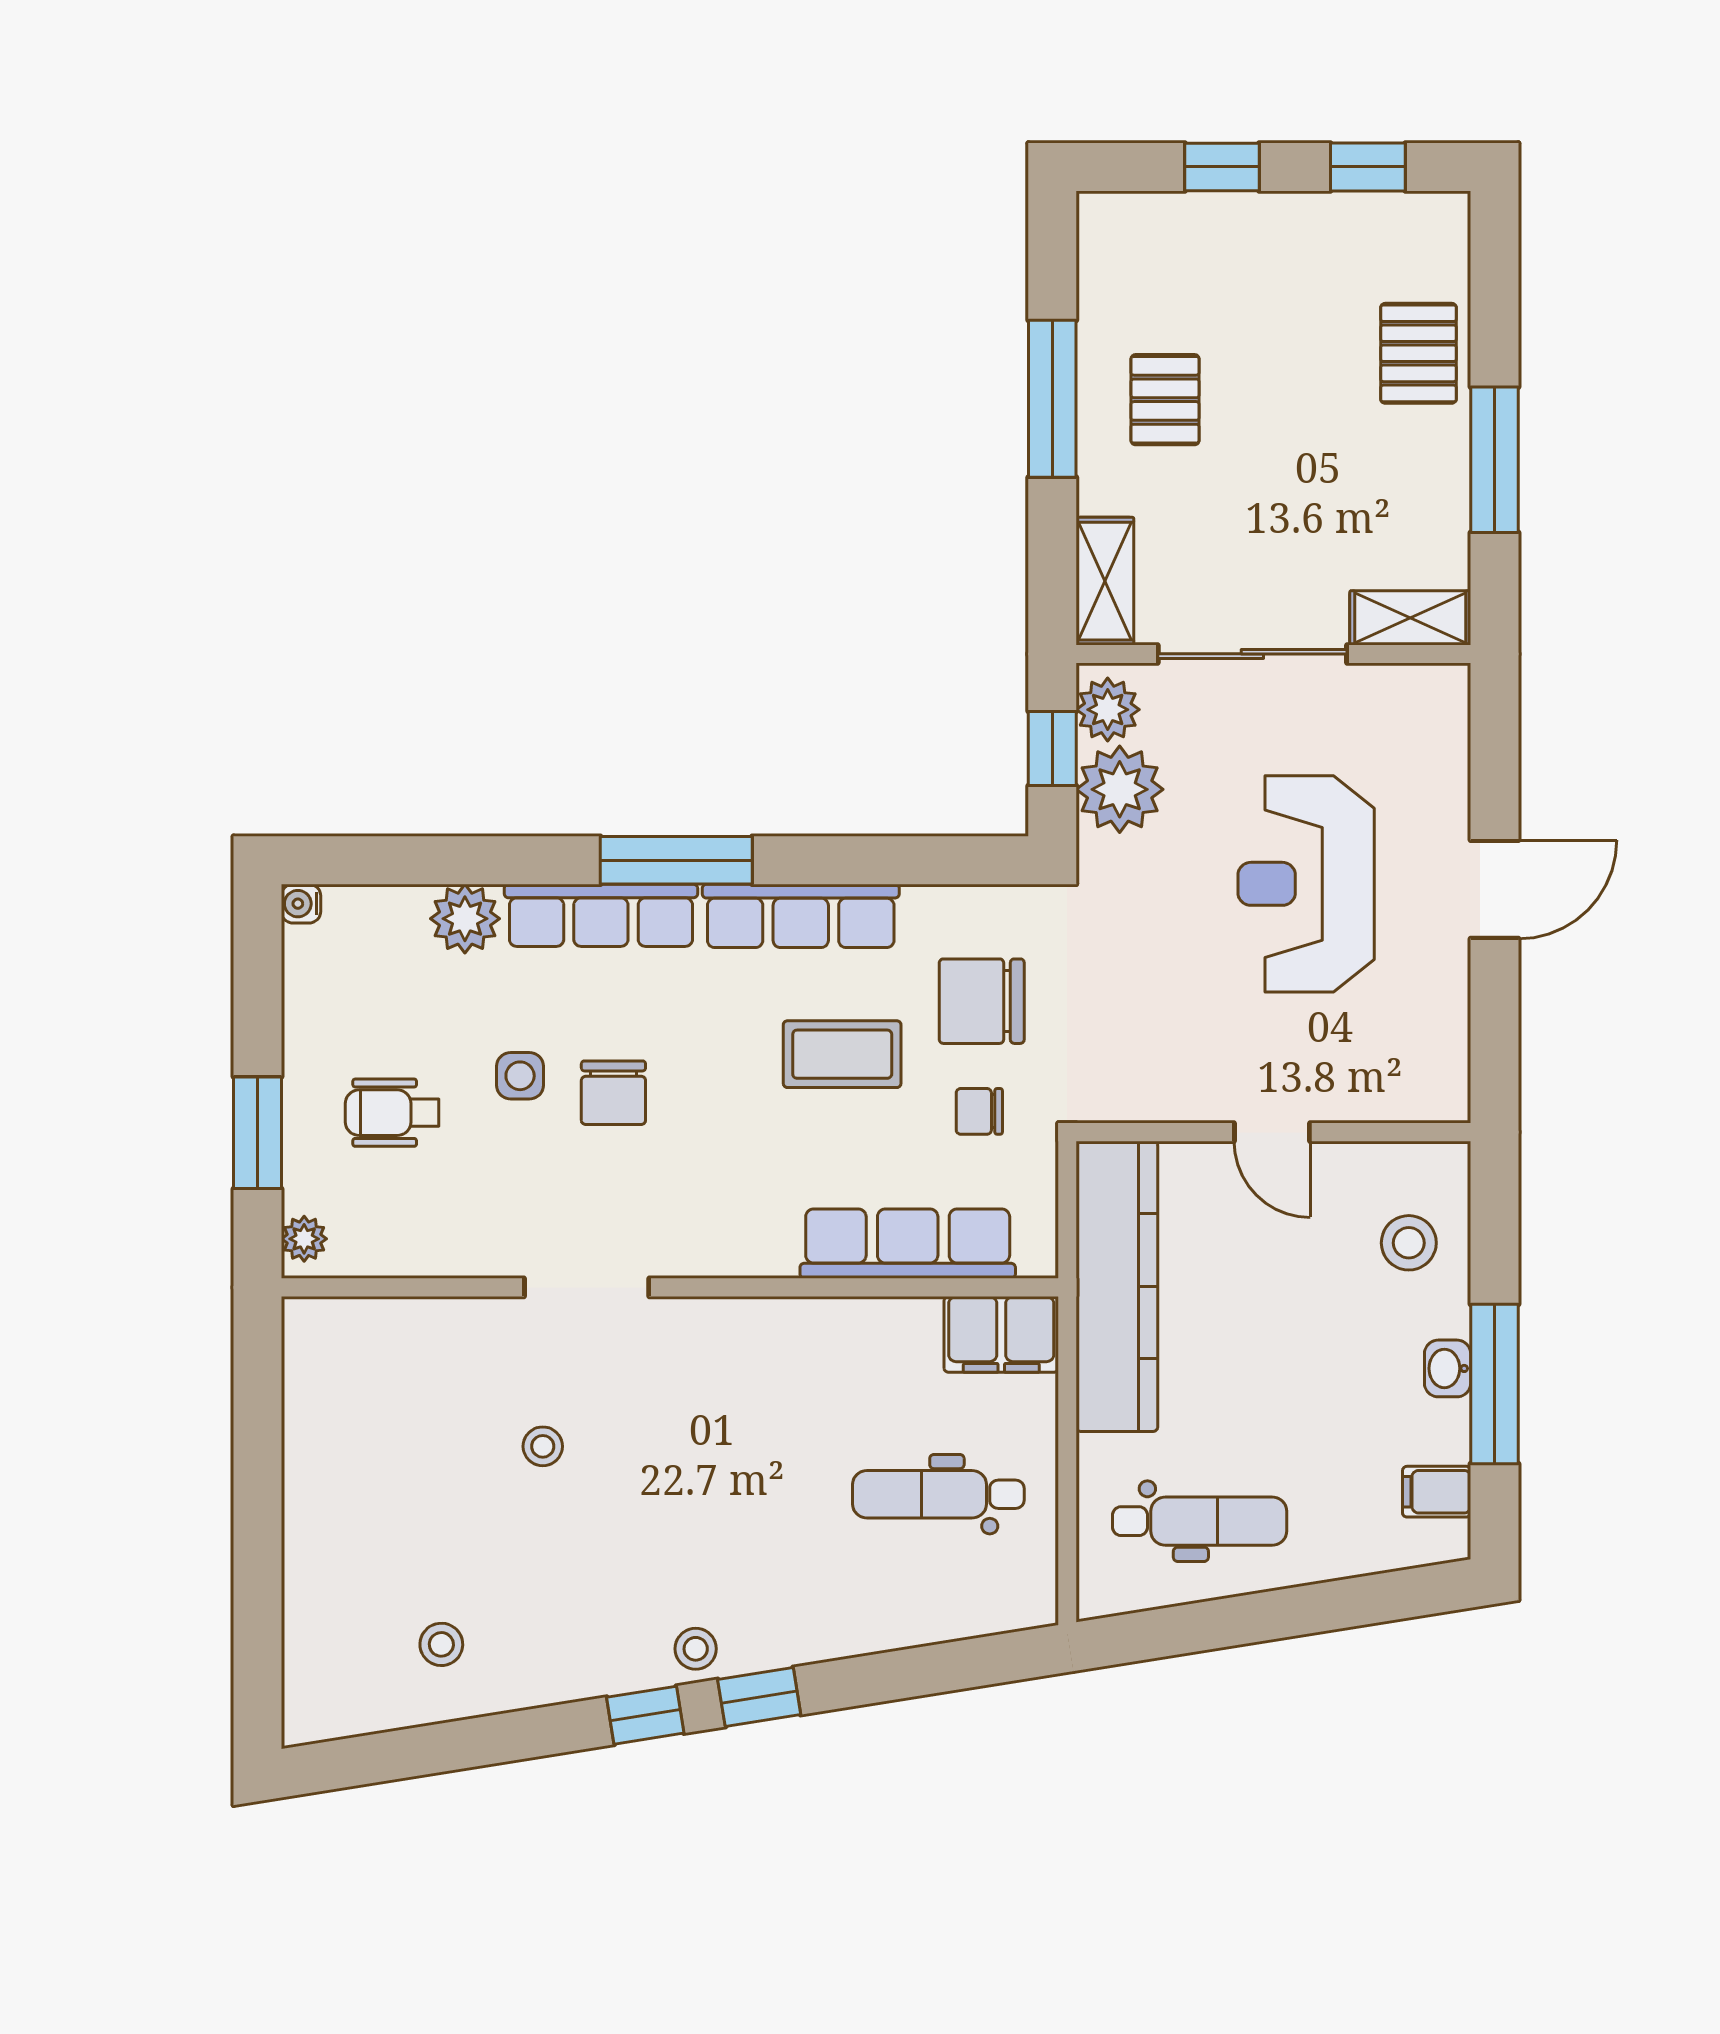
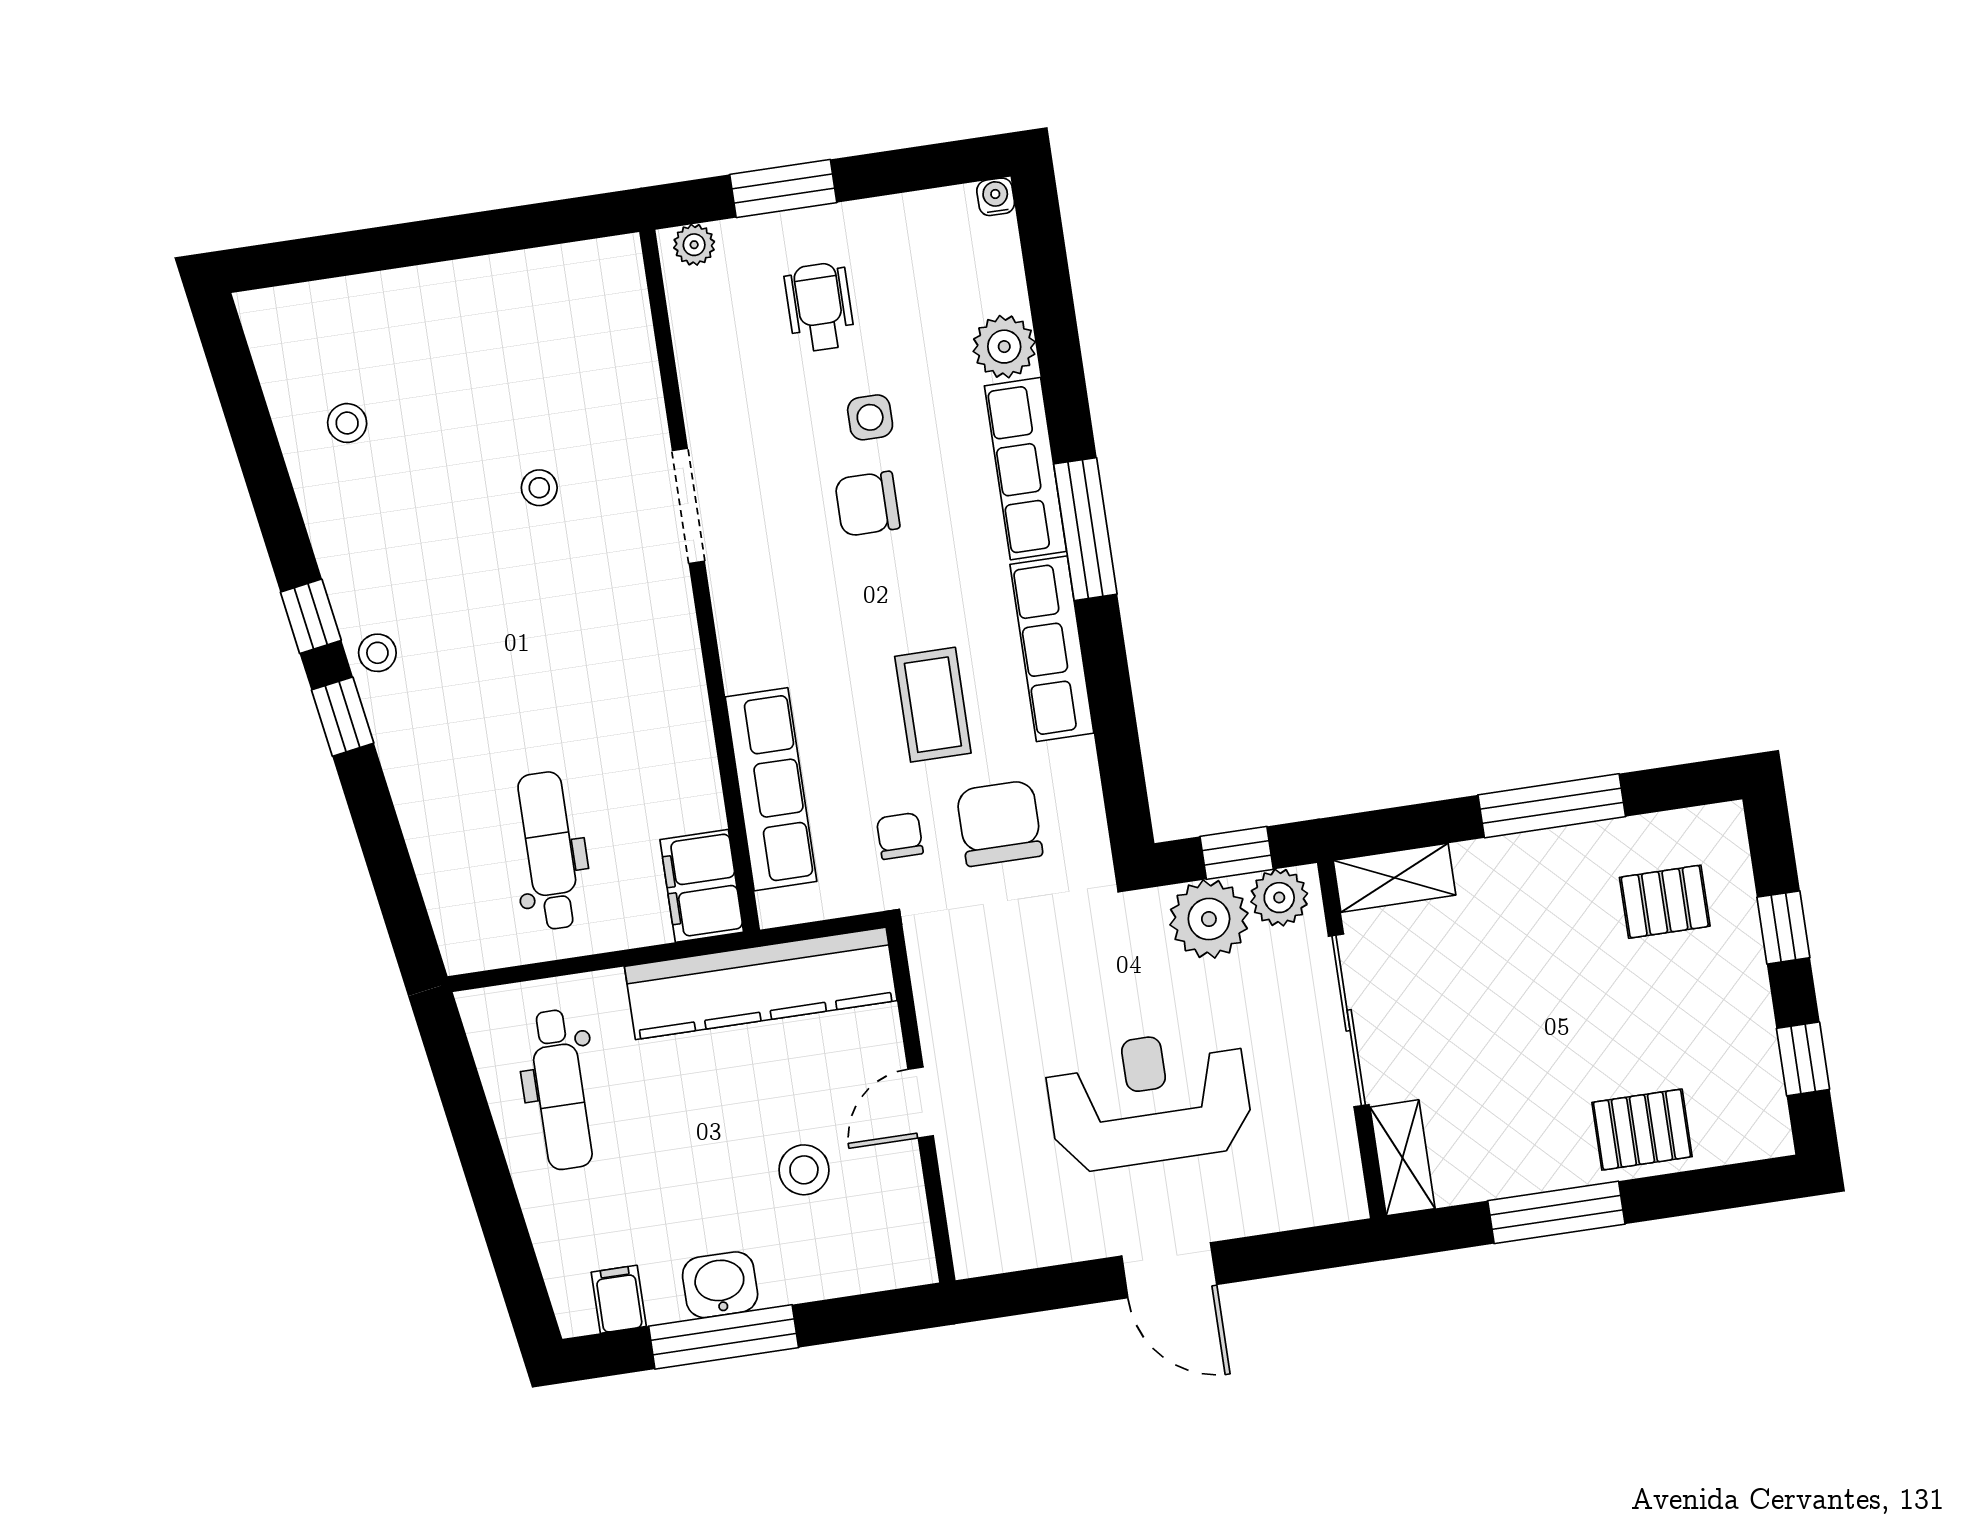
pallet: (1165, 400) -> (1665, 902), moved
stool: (1409, 1243) -> (804, 1170), moved
washbasin: (1448, 1368) -> (720, 1285), width x1.38, depth x1.45

